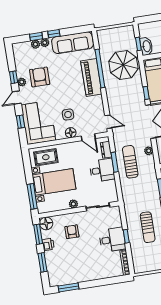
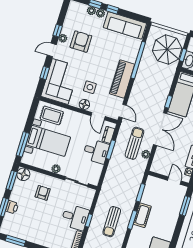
parasol: (123, 65) -> (167, 50), moved
piano: (91, 78) -> (122, 79), moved
sun lounger: (130, 162) -> (134, 143), moved
printer: (48, 244) -> (12, 207), moved

